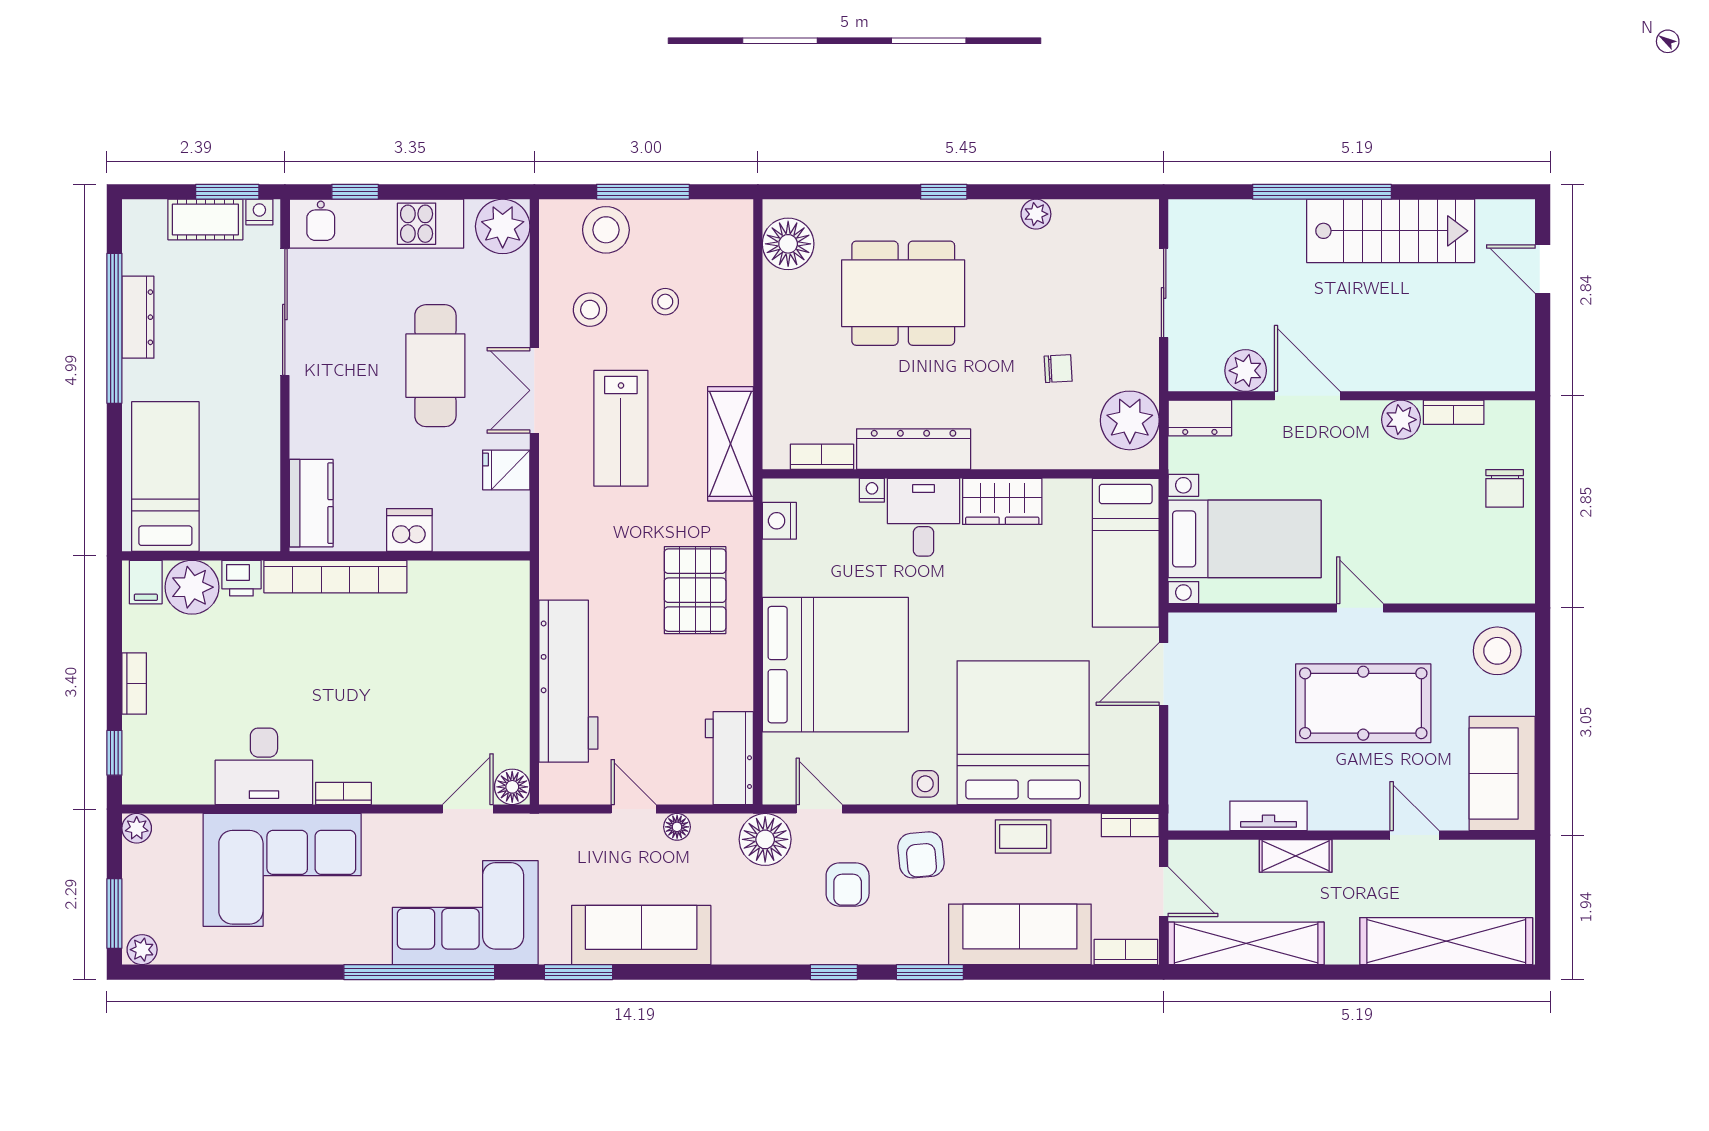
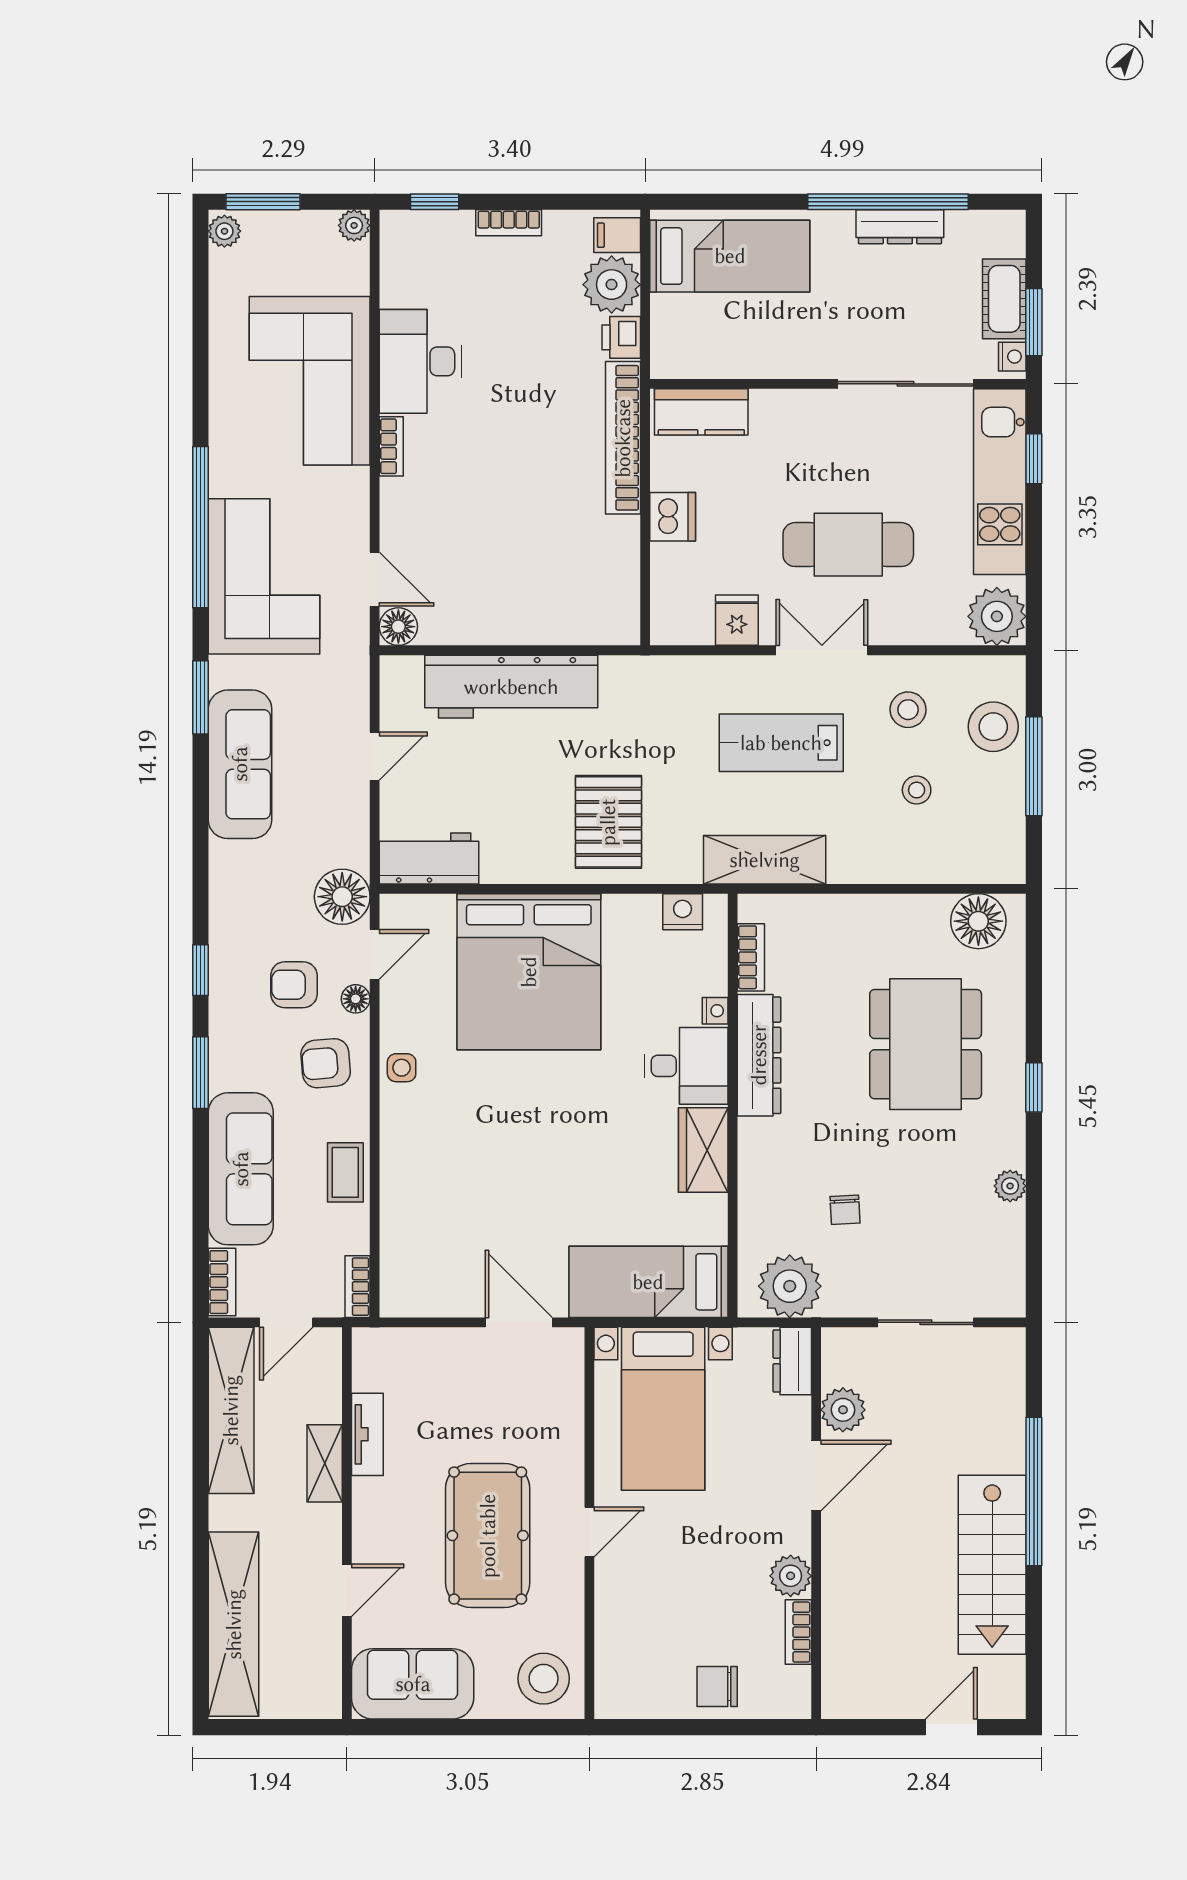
pallet: (695, 590) -> (608, 822), turned 90
bed: (1023, 733) -> (456, 1172), removed
floor lamp: (677, 827) -> (356, 999), moved

